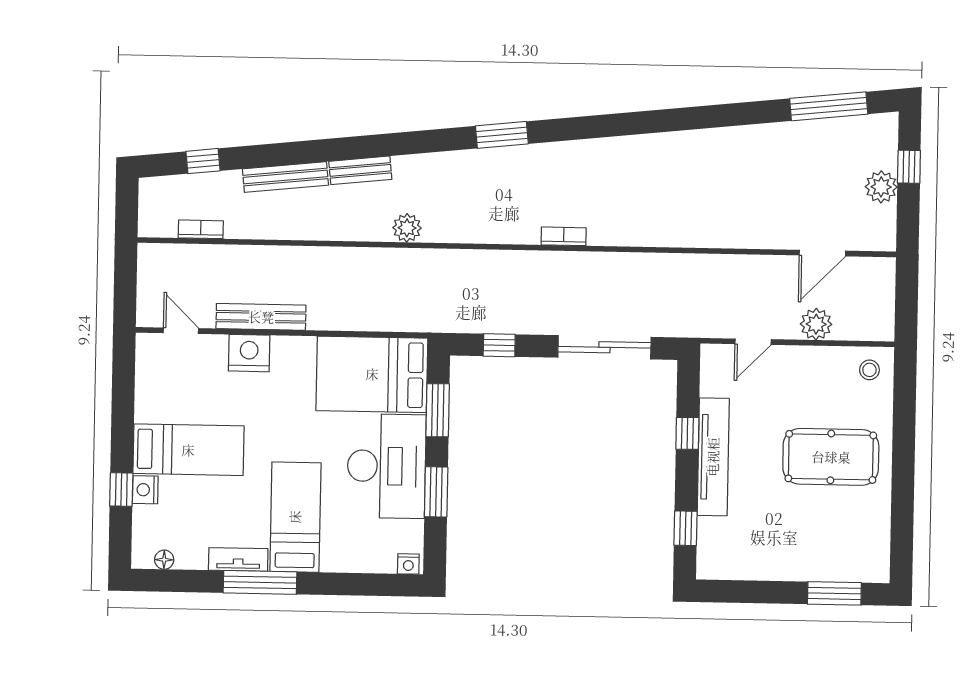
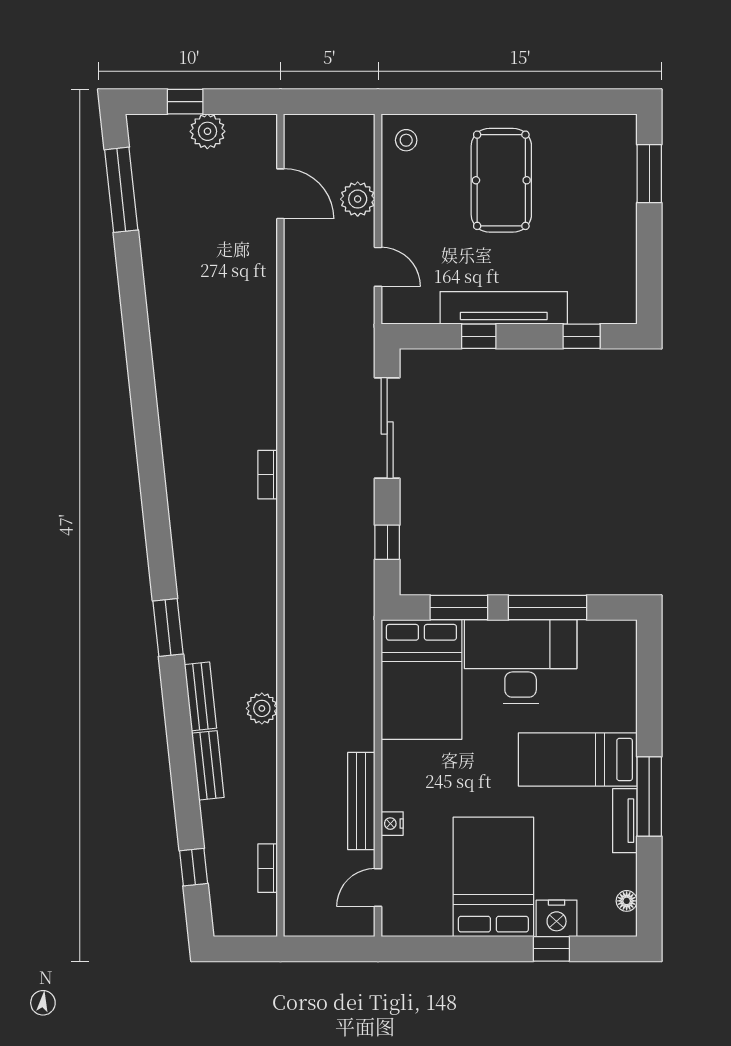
window: (502, 135) -> (168, 627), moved
bench: (285, 177) -> (208, 765), width x0.73
plant: (407, 228) -> (262, 708), moved
nightstand: (249, 353) -> (392, 824), width x0.53, depth x0.56
bed: (188, 450) -> (493, 877), width x1.50
nightstand: (145, 490) -> (557, 918), width x1.36, depth x1.33
window: (436, 492) -> (547, 608), width x1.44
nightstand: (408, 564) -> (626, 636), removed

